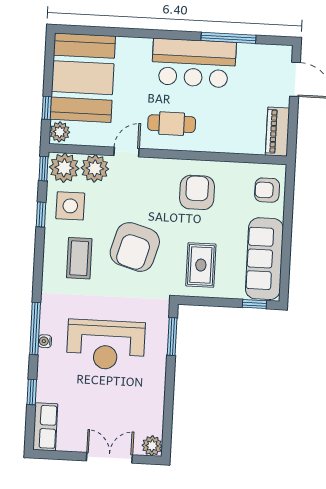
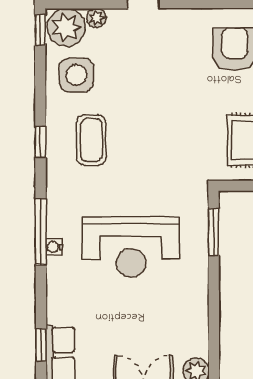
plant: (95, 168) -> (96, 18), width x0.53, depth x0.53
window: (41, 214) -> (40, 142), moved
armchair: (135, 247) -> (160, 122), removed
window: (32, 392) -> (41, 345), moved

